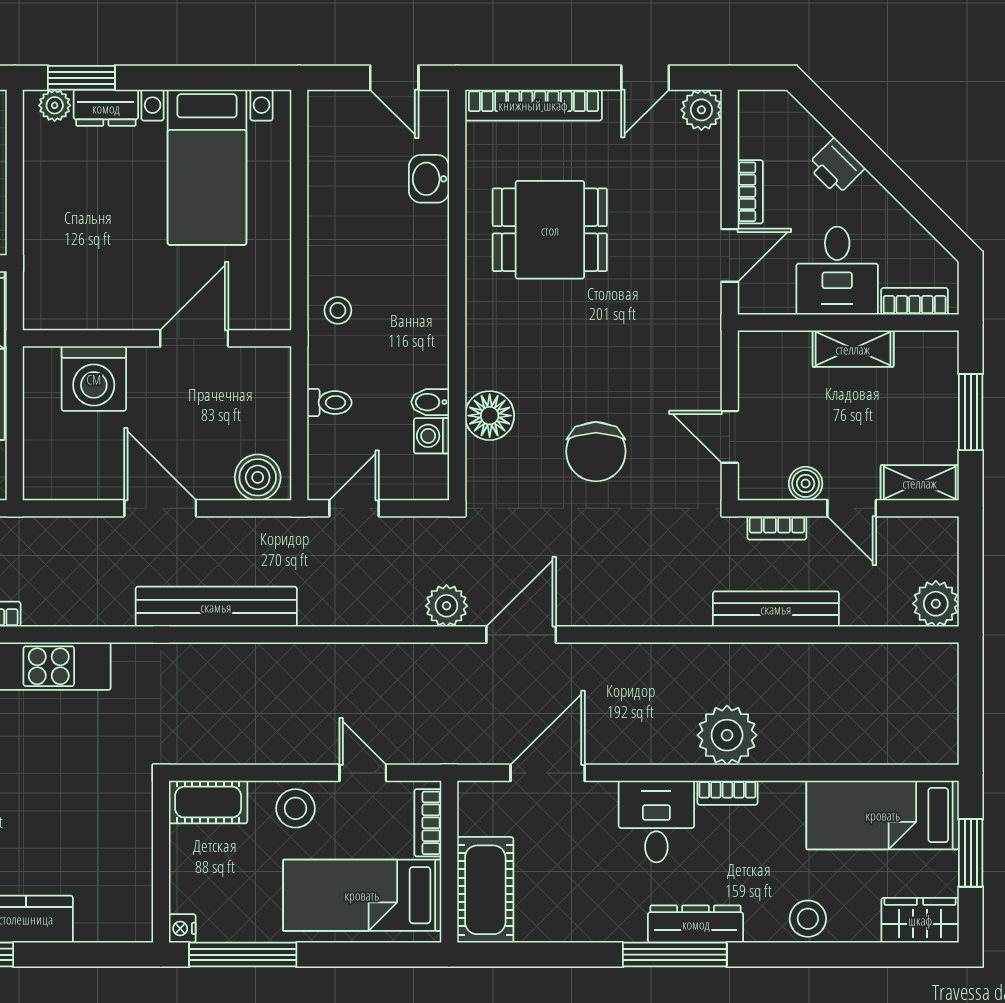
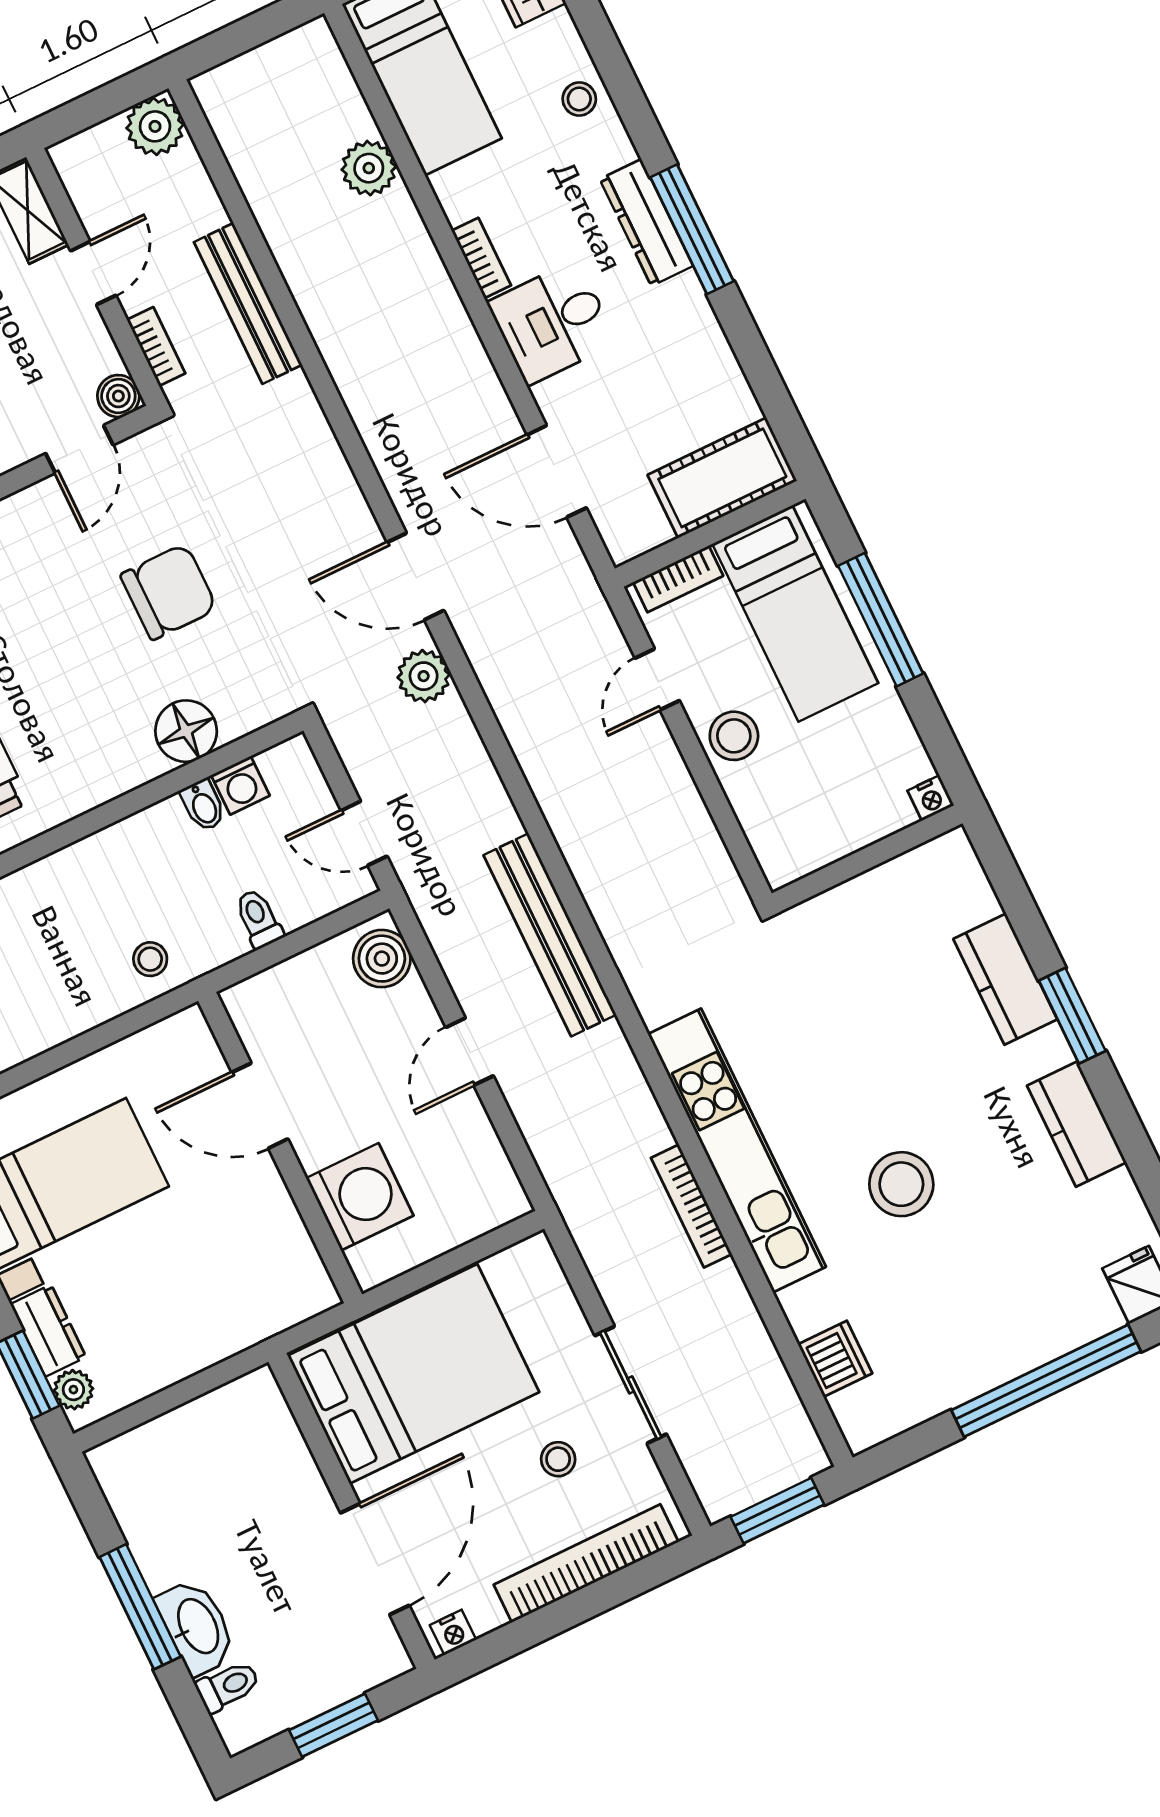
boiler: (806, 483) -> (118, 396), moved
door: (160, 508) -> (470, 1052), width x0.73
plant: (727, 735) -> (369, 168), moved, width x0.73, depth x0.73
cot: (208, 802) -> (774, 838), removed
stool: (808, 919) -> (579, 99), width x0.73, depth x0.73
window: (243, 955) -> (881, 620), moved

